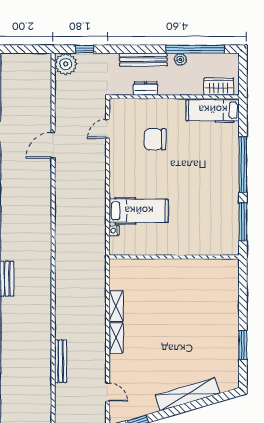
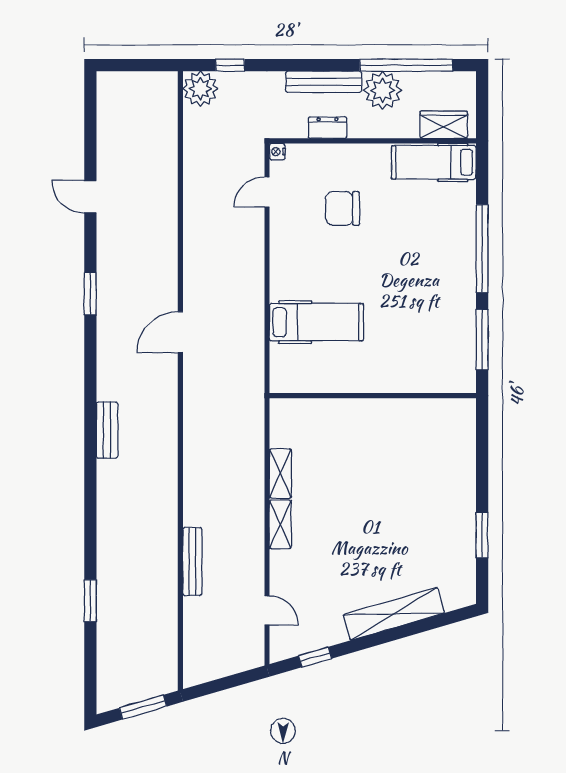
plant: (180, 59) -> (383, 90), width x1.88, depth x1.88
door: (53, 145) -> (180, 332), moved
nightstand: (114, 231) -> (277, 152), moved

